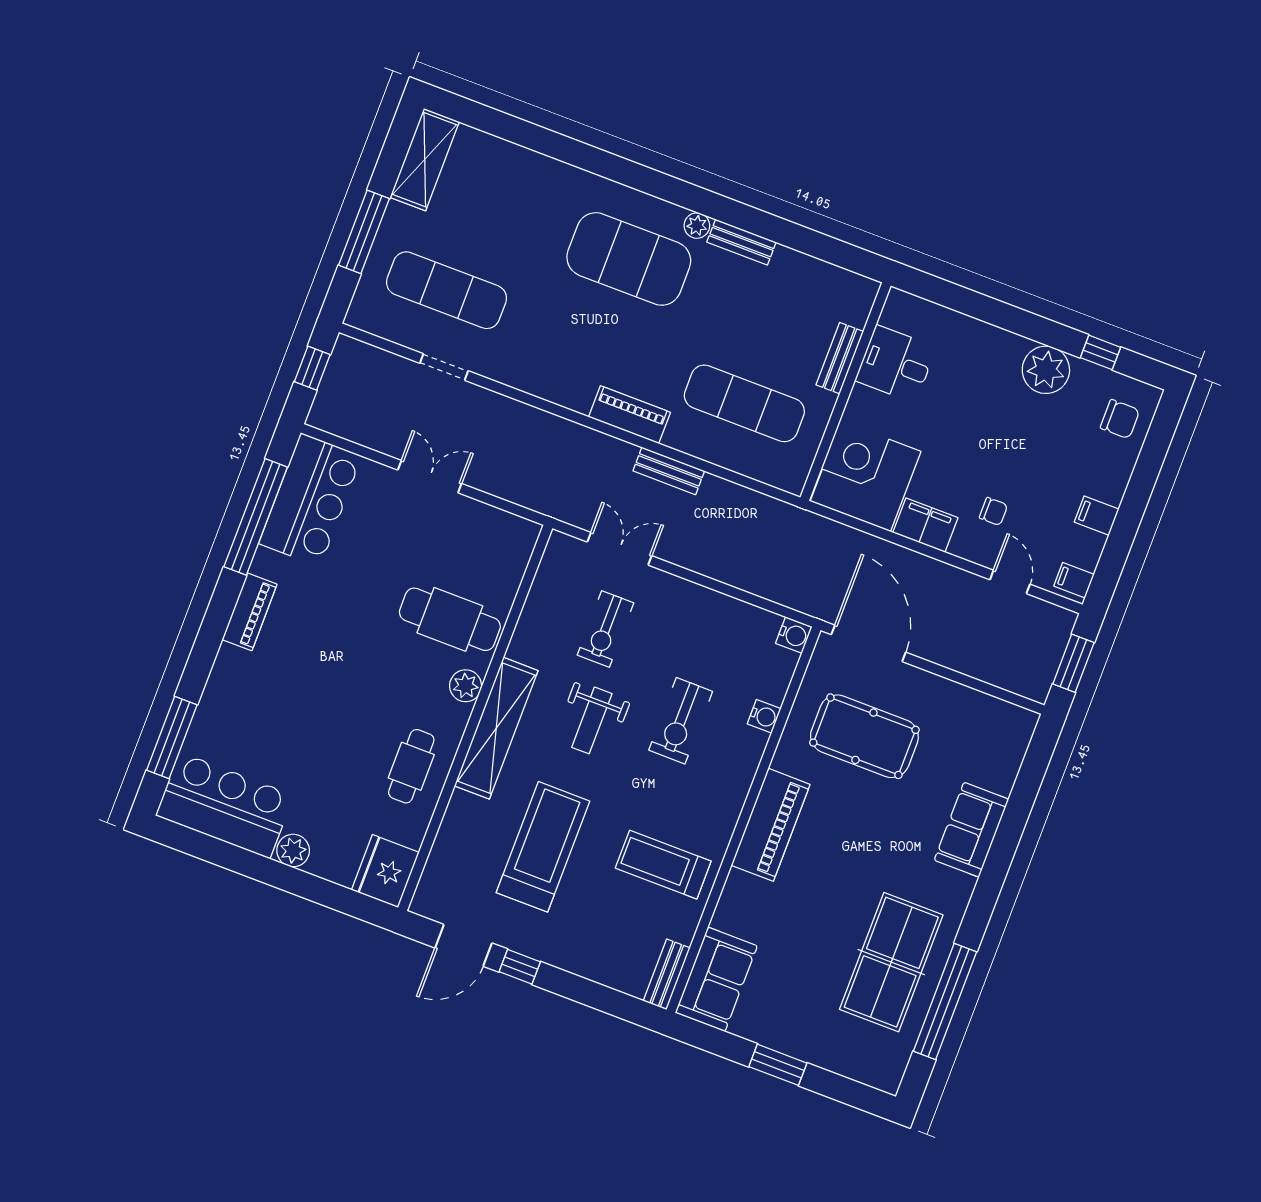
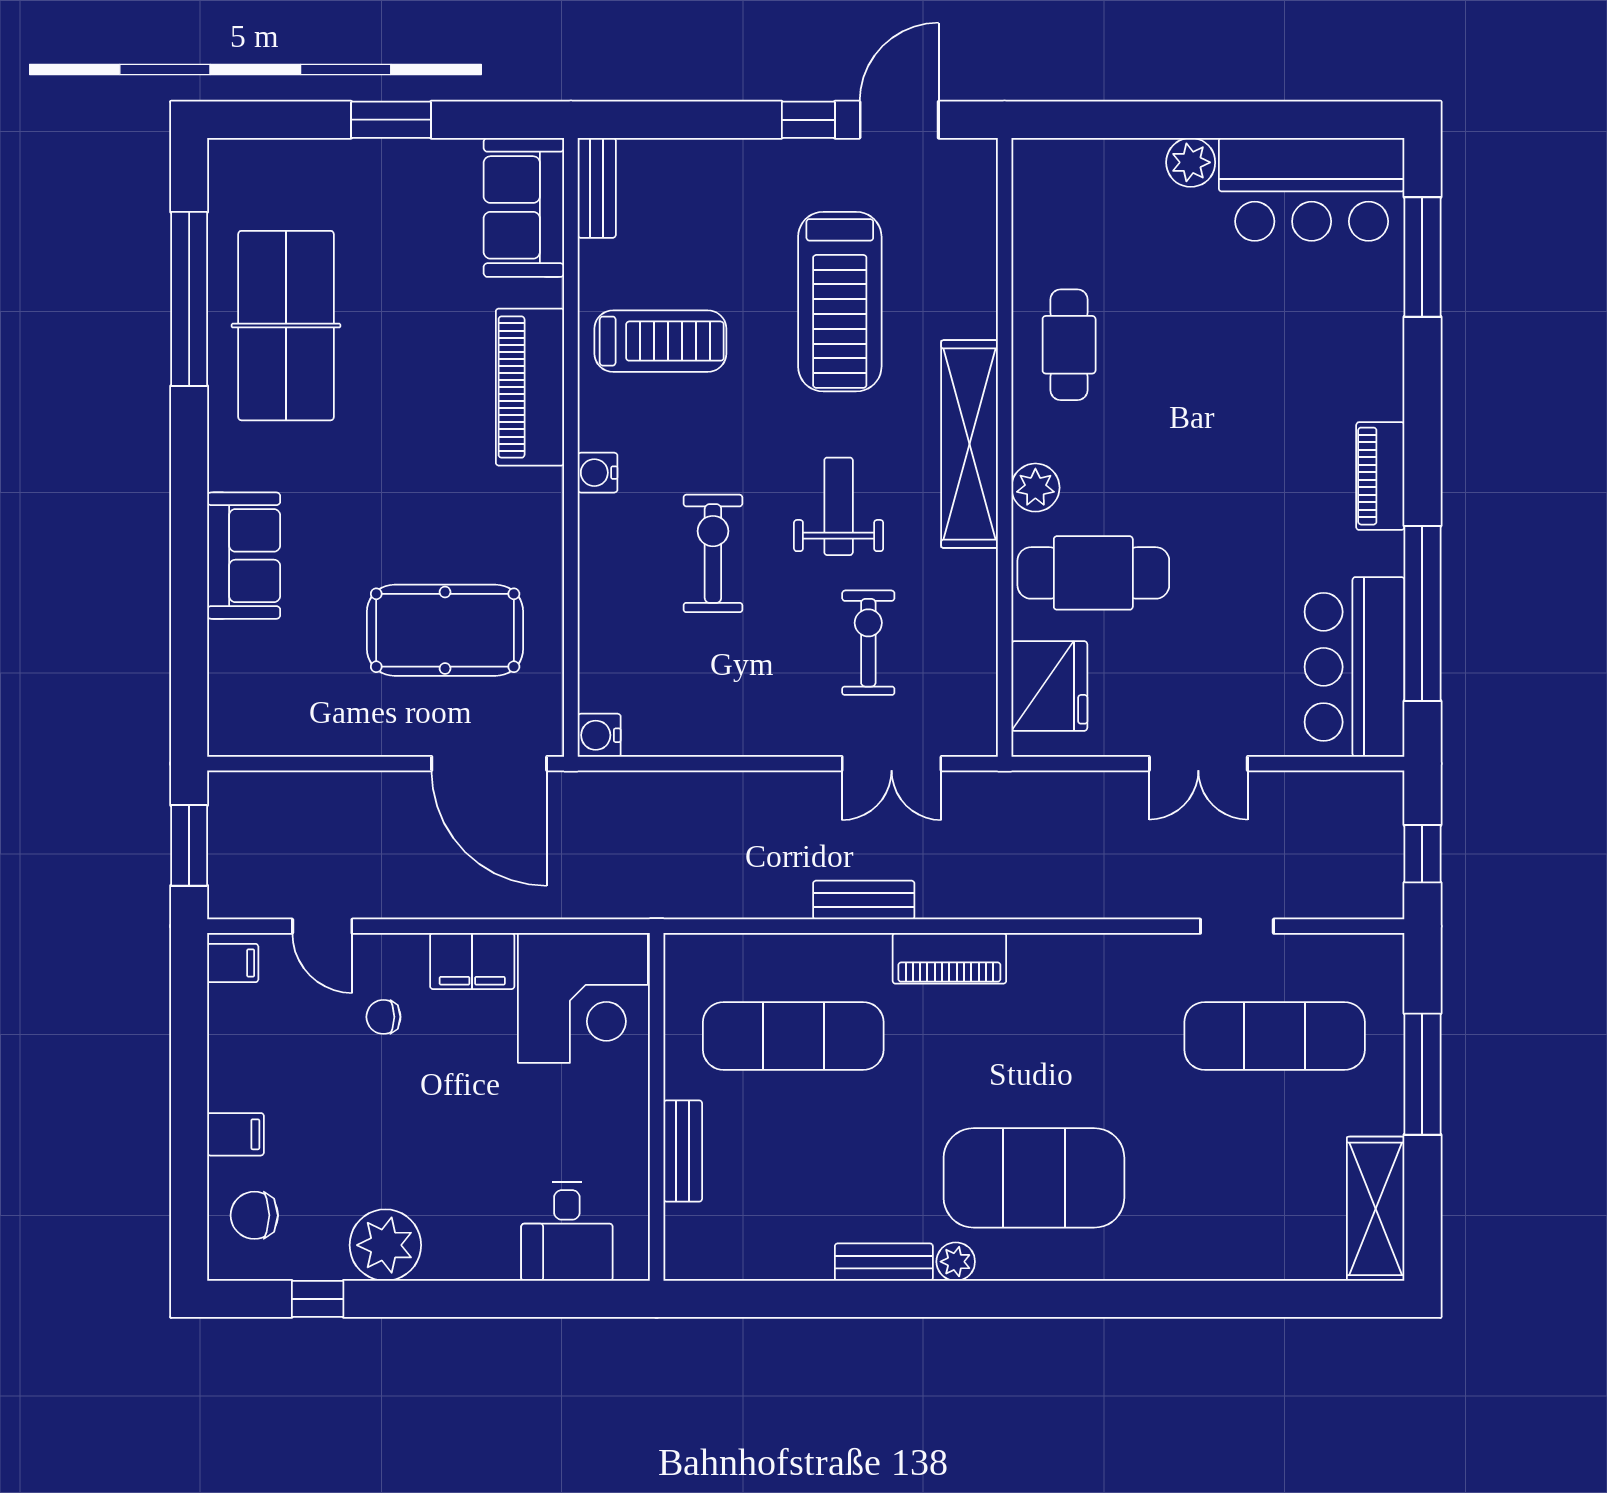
desk: (896, 364) -> (567, 1232), moved, turned 90
filing cabinet: (1097, 516) -> (235, 1134), moved
water cooler: (764, 716) -> (598, 473), moved
piano: (771, 825) -> (530, 387), moved
fridge: (385, 871) -> (1049, 686), moved

